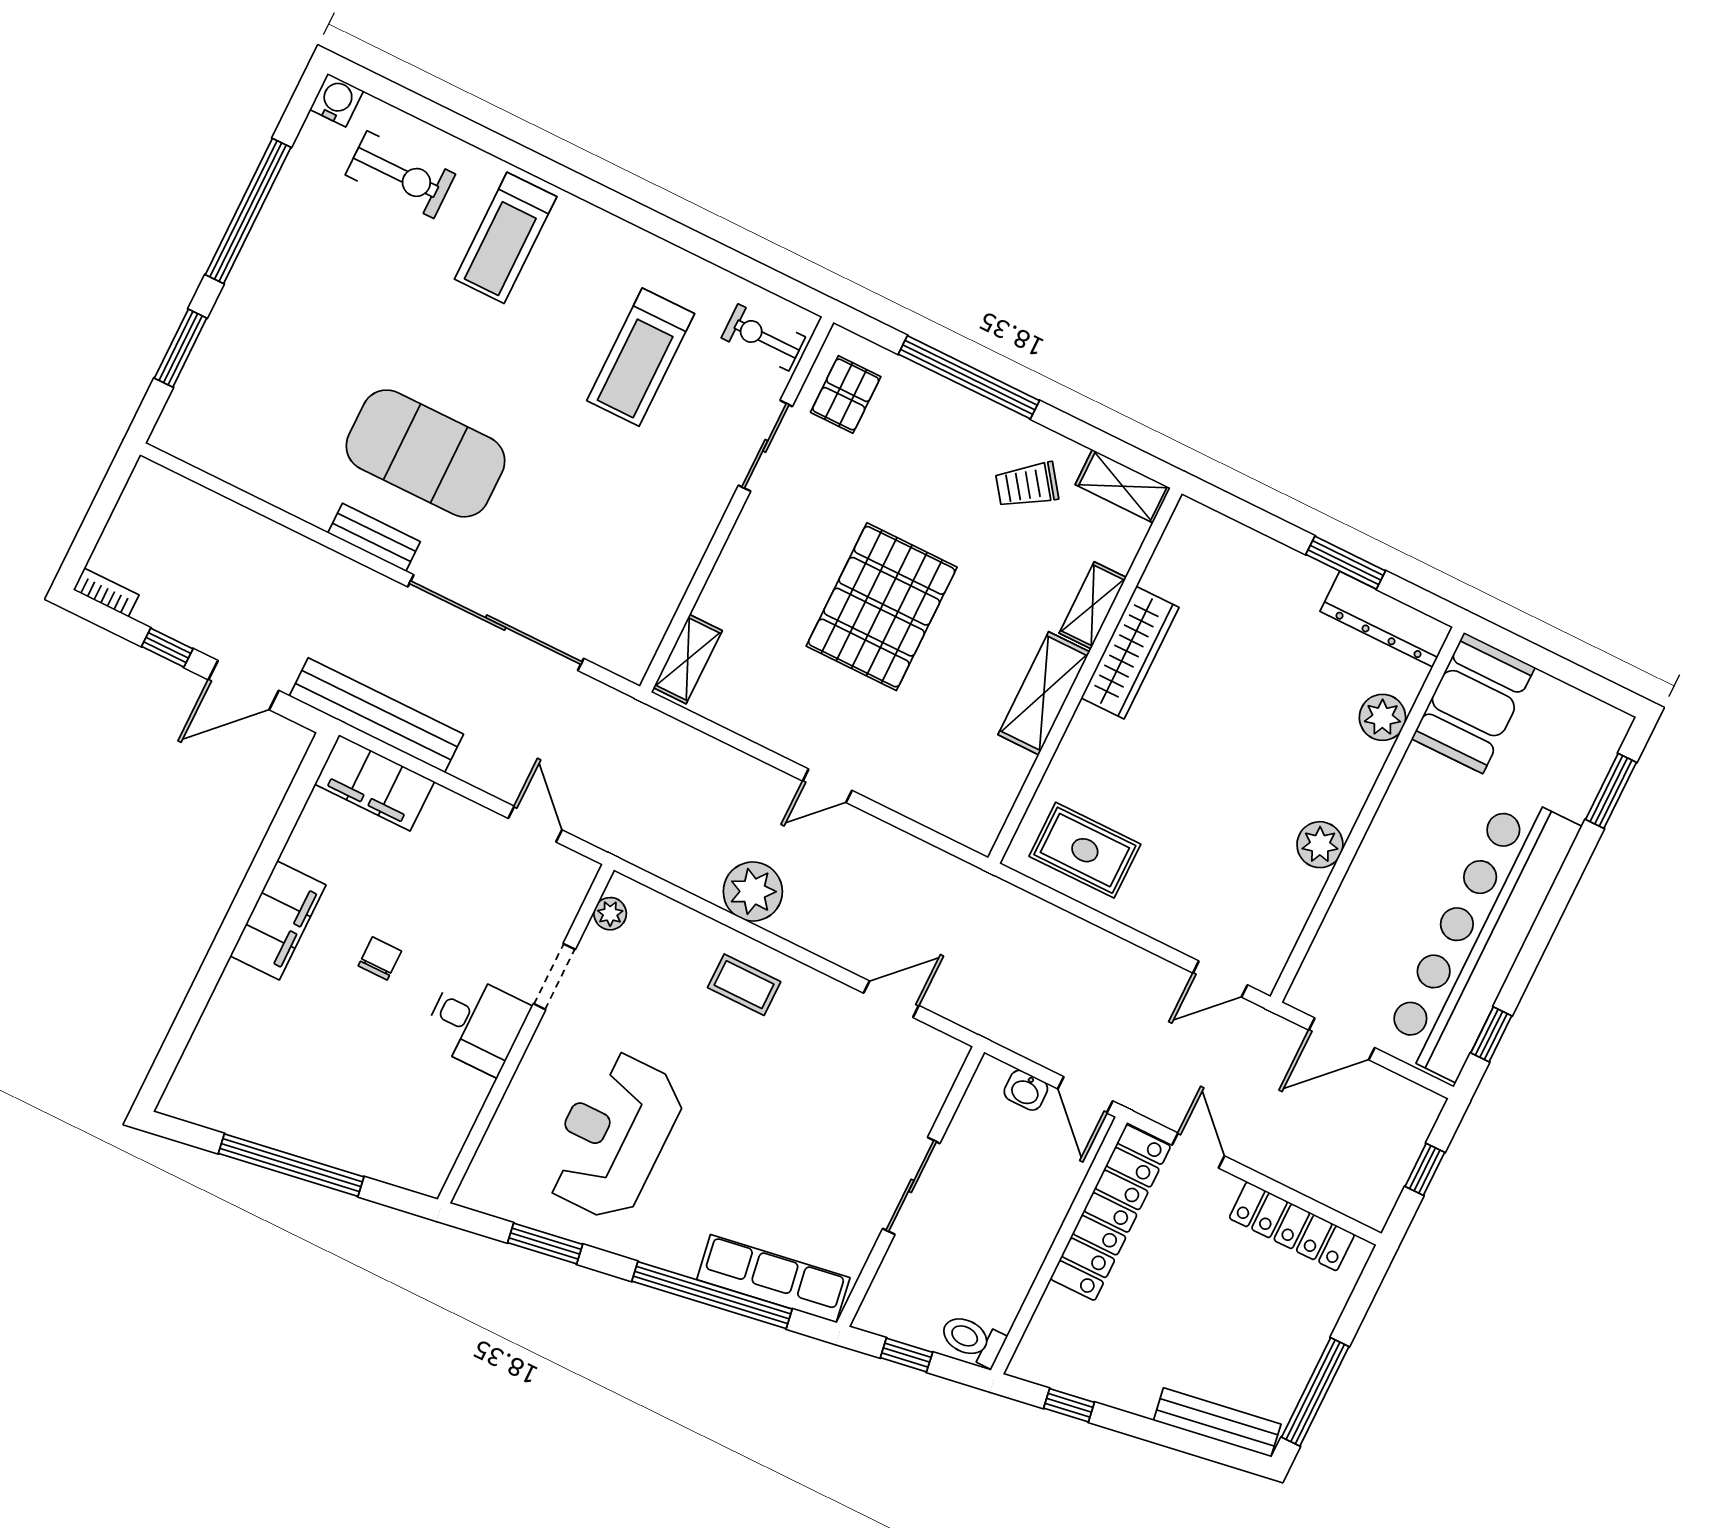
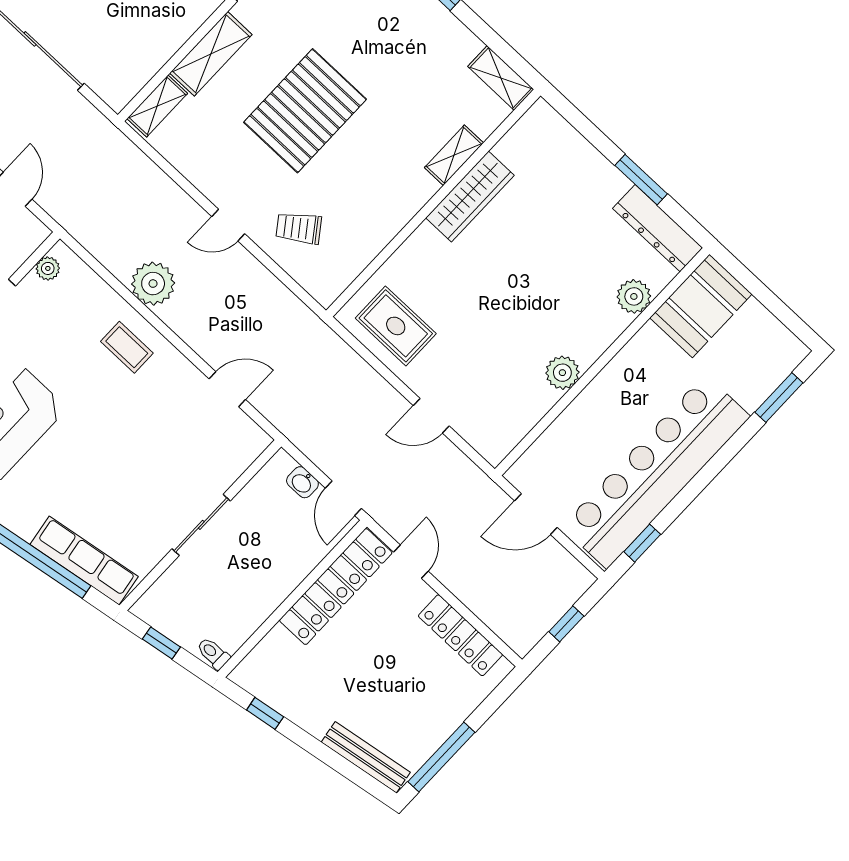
trolley: (1027, 485) -> (299, 228), moved
shelving: (1044, 693) -> (211, 54), moved
door: (1220, 979) -> (431, 416), moved
toilet: (972, 1340) -> (213, 653), width x0.73, depth x0.72

